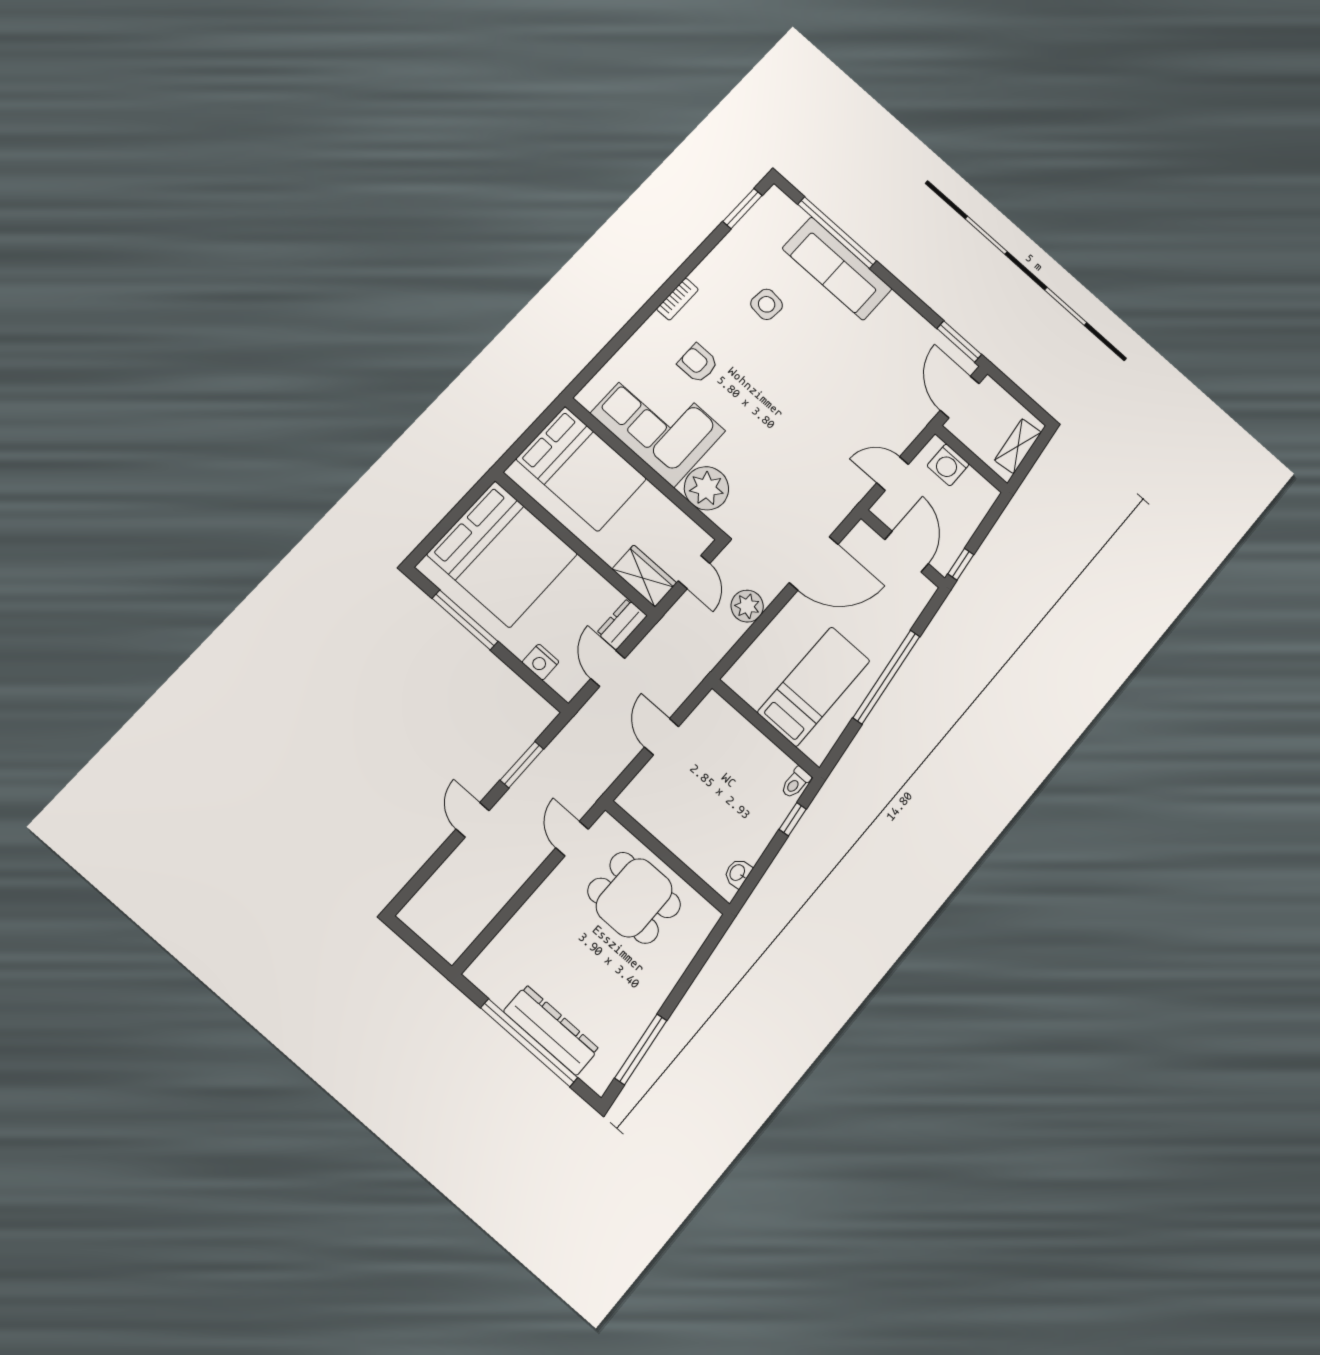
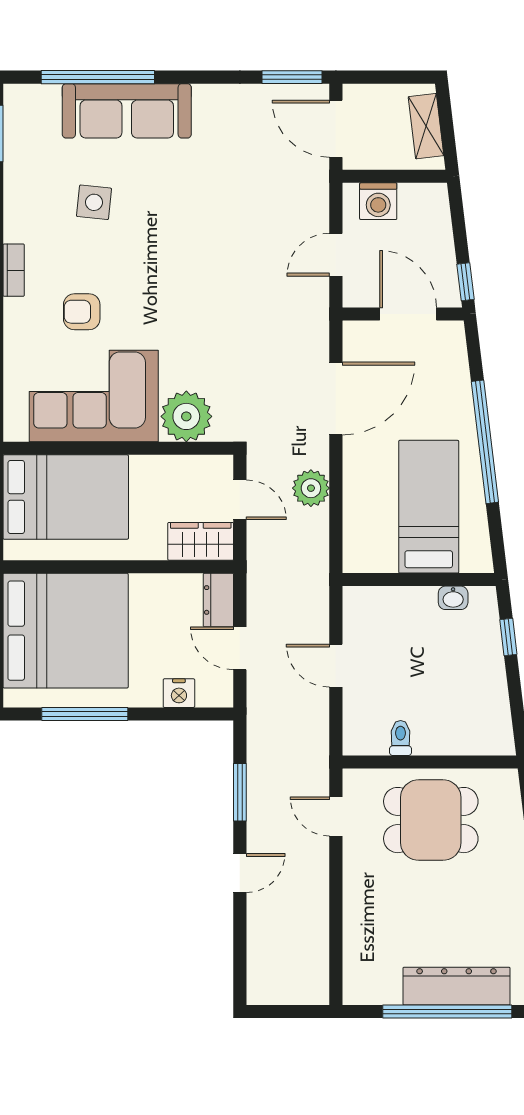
toilet: (796, 783) -> (401, 738), moved, turned 180
door: (473, 820) -> (240, 873), swing flipped
washbasin: (738, 873) -> (453, 598), moved, turned -83

